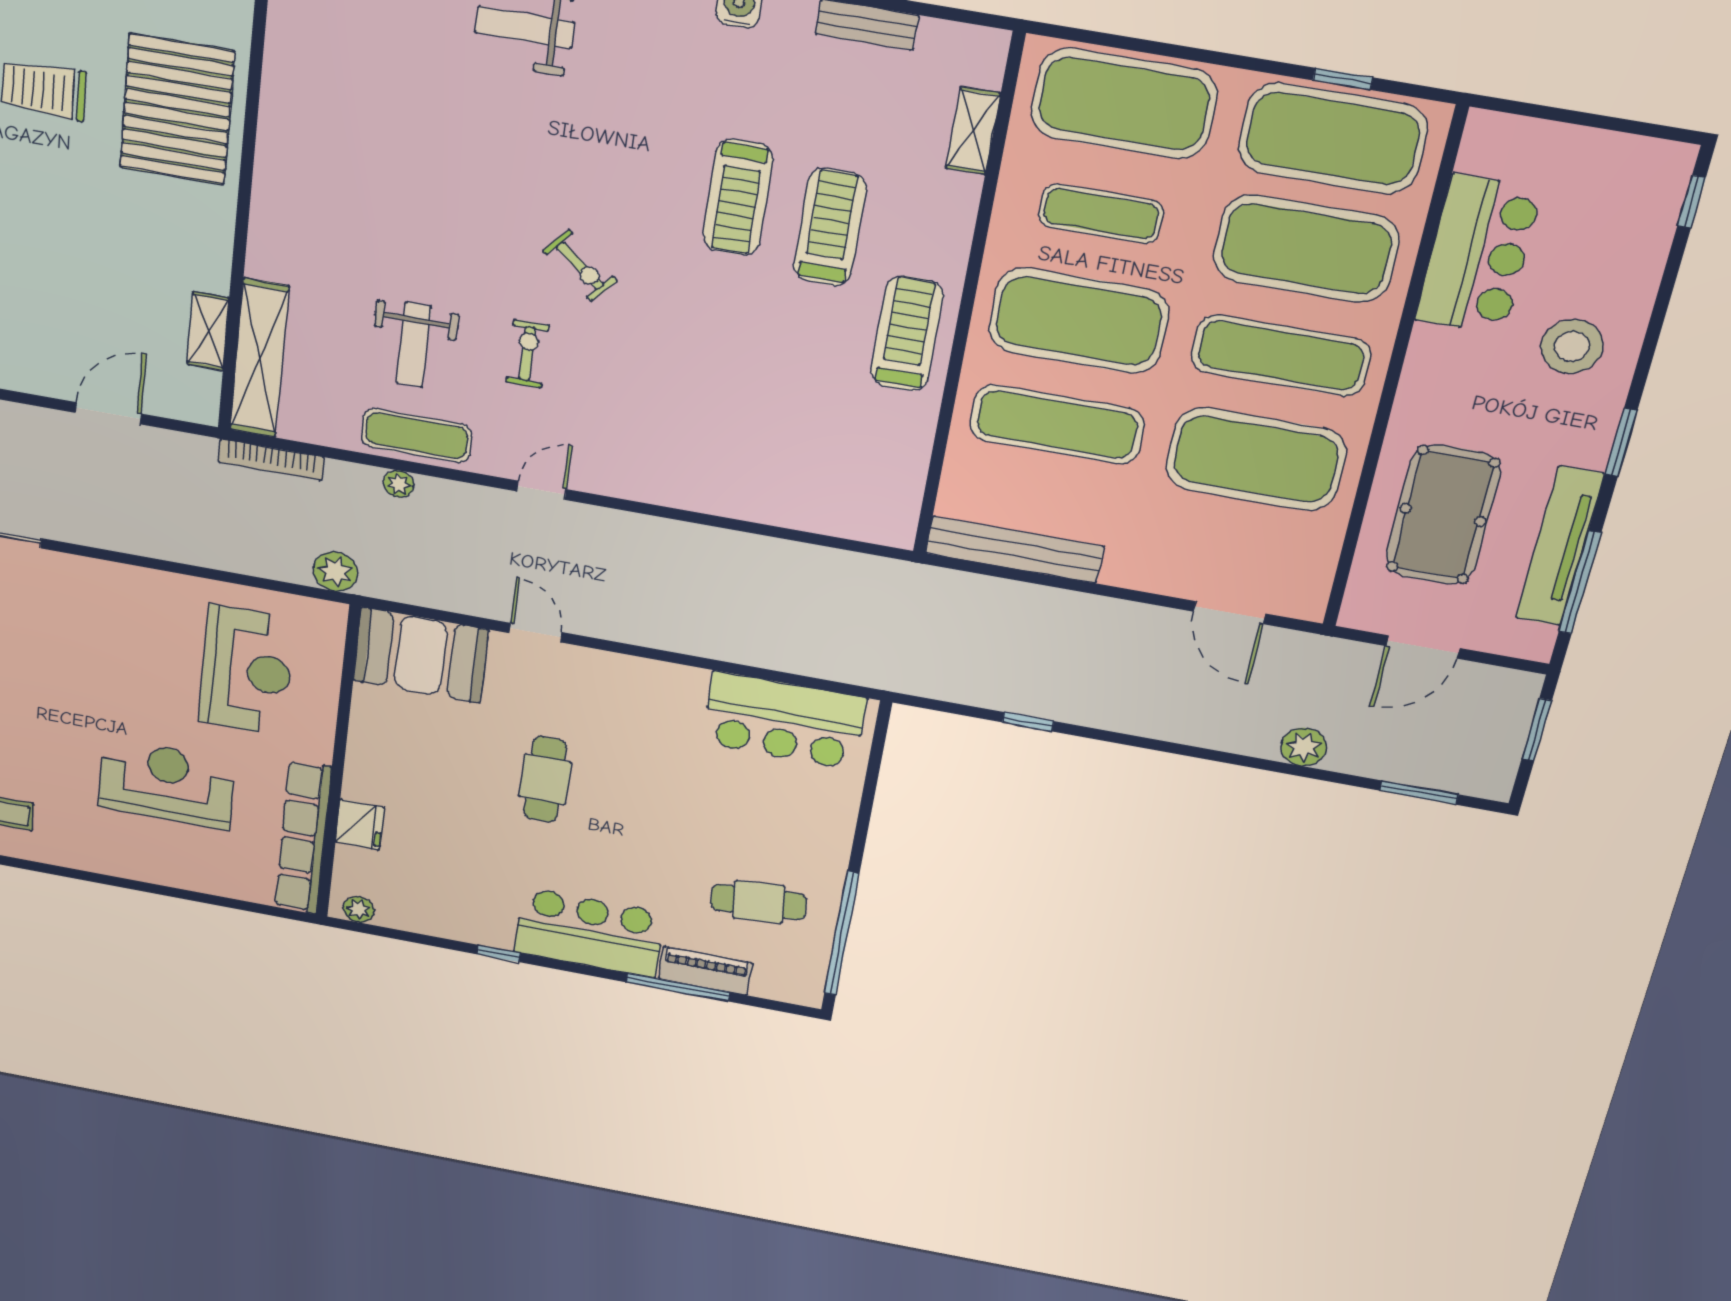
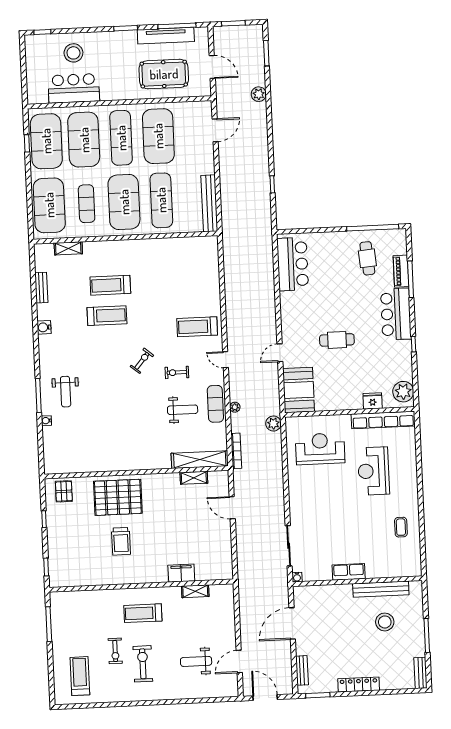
treadmill: (907, 334) -> (197, 327), moved
stool: (1572, 346) -> (73, 53), moved
plant: (359, 910) -> (403, 392), width x1.87, depth x1.87

